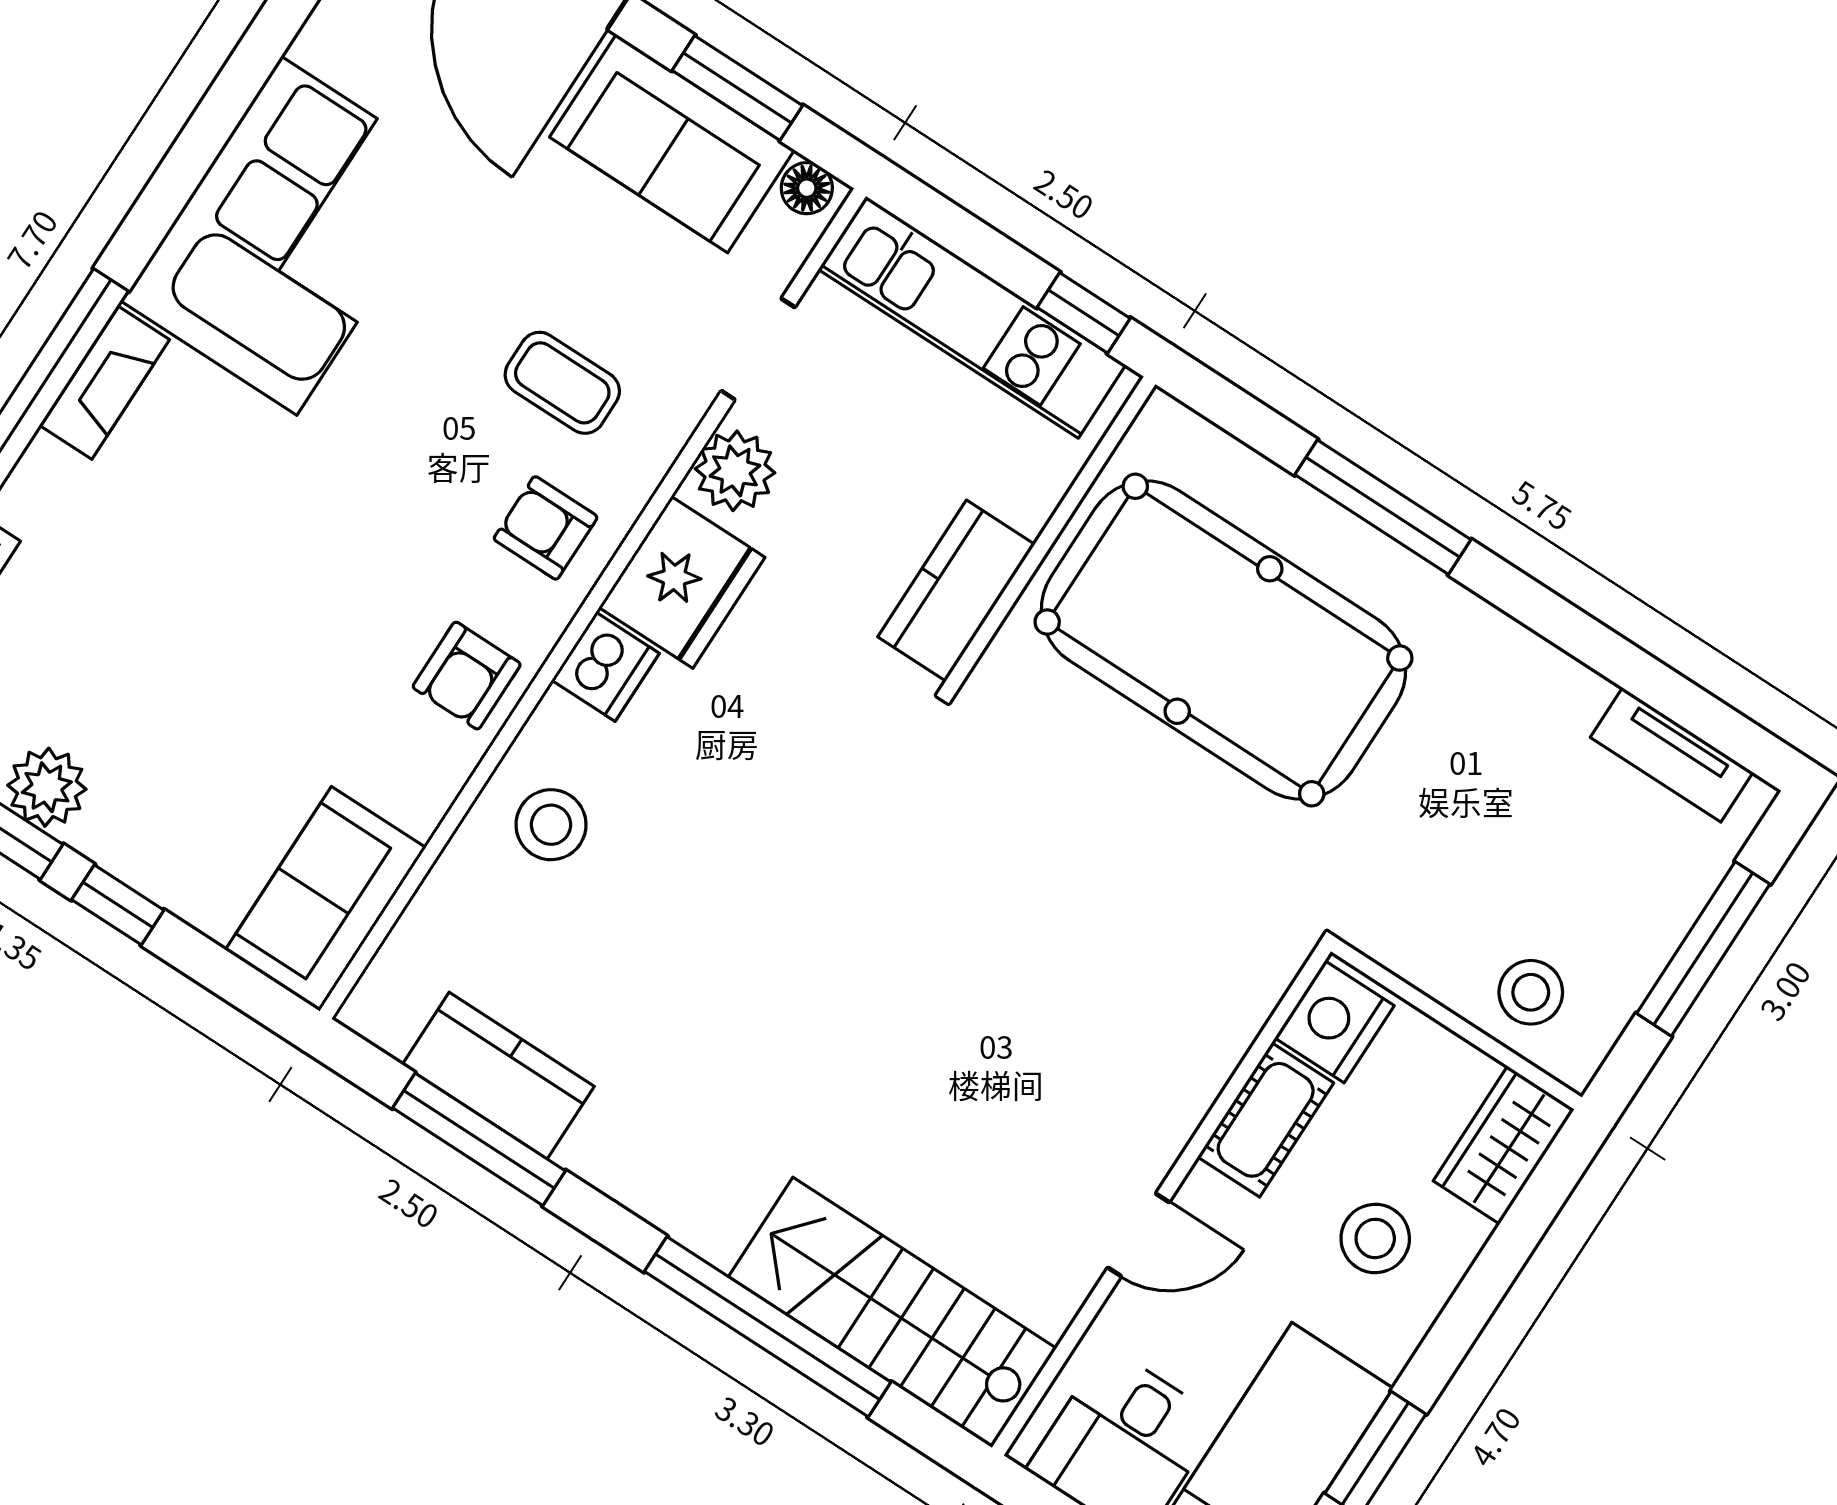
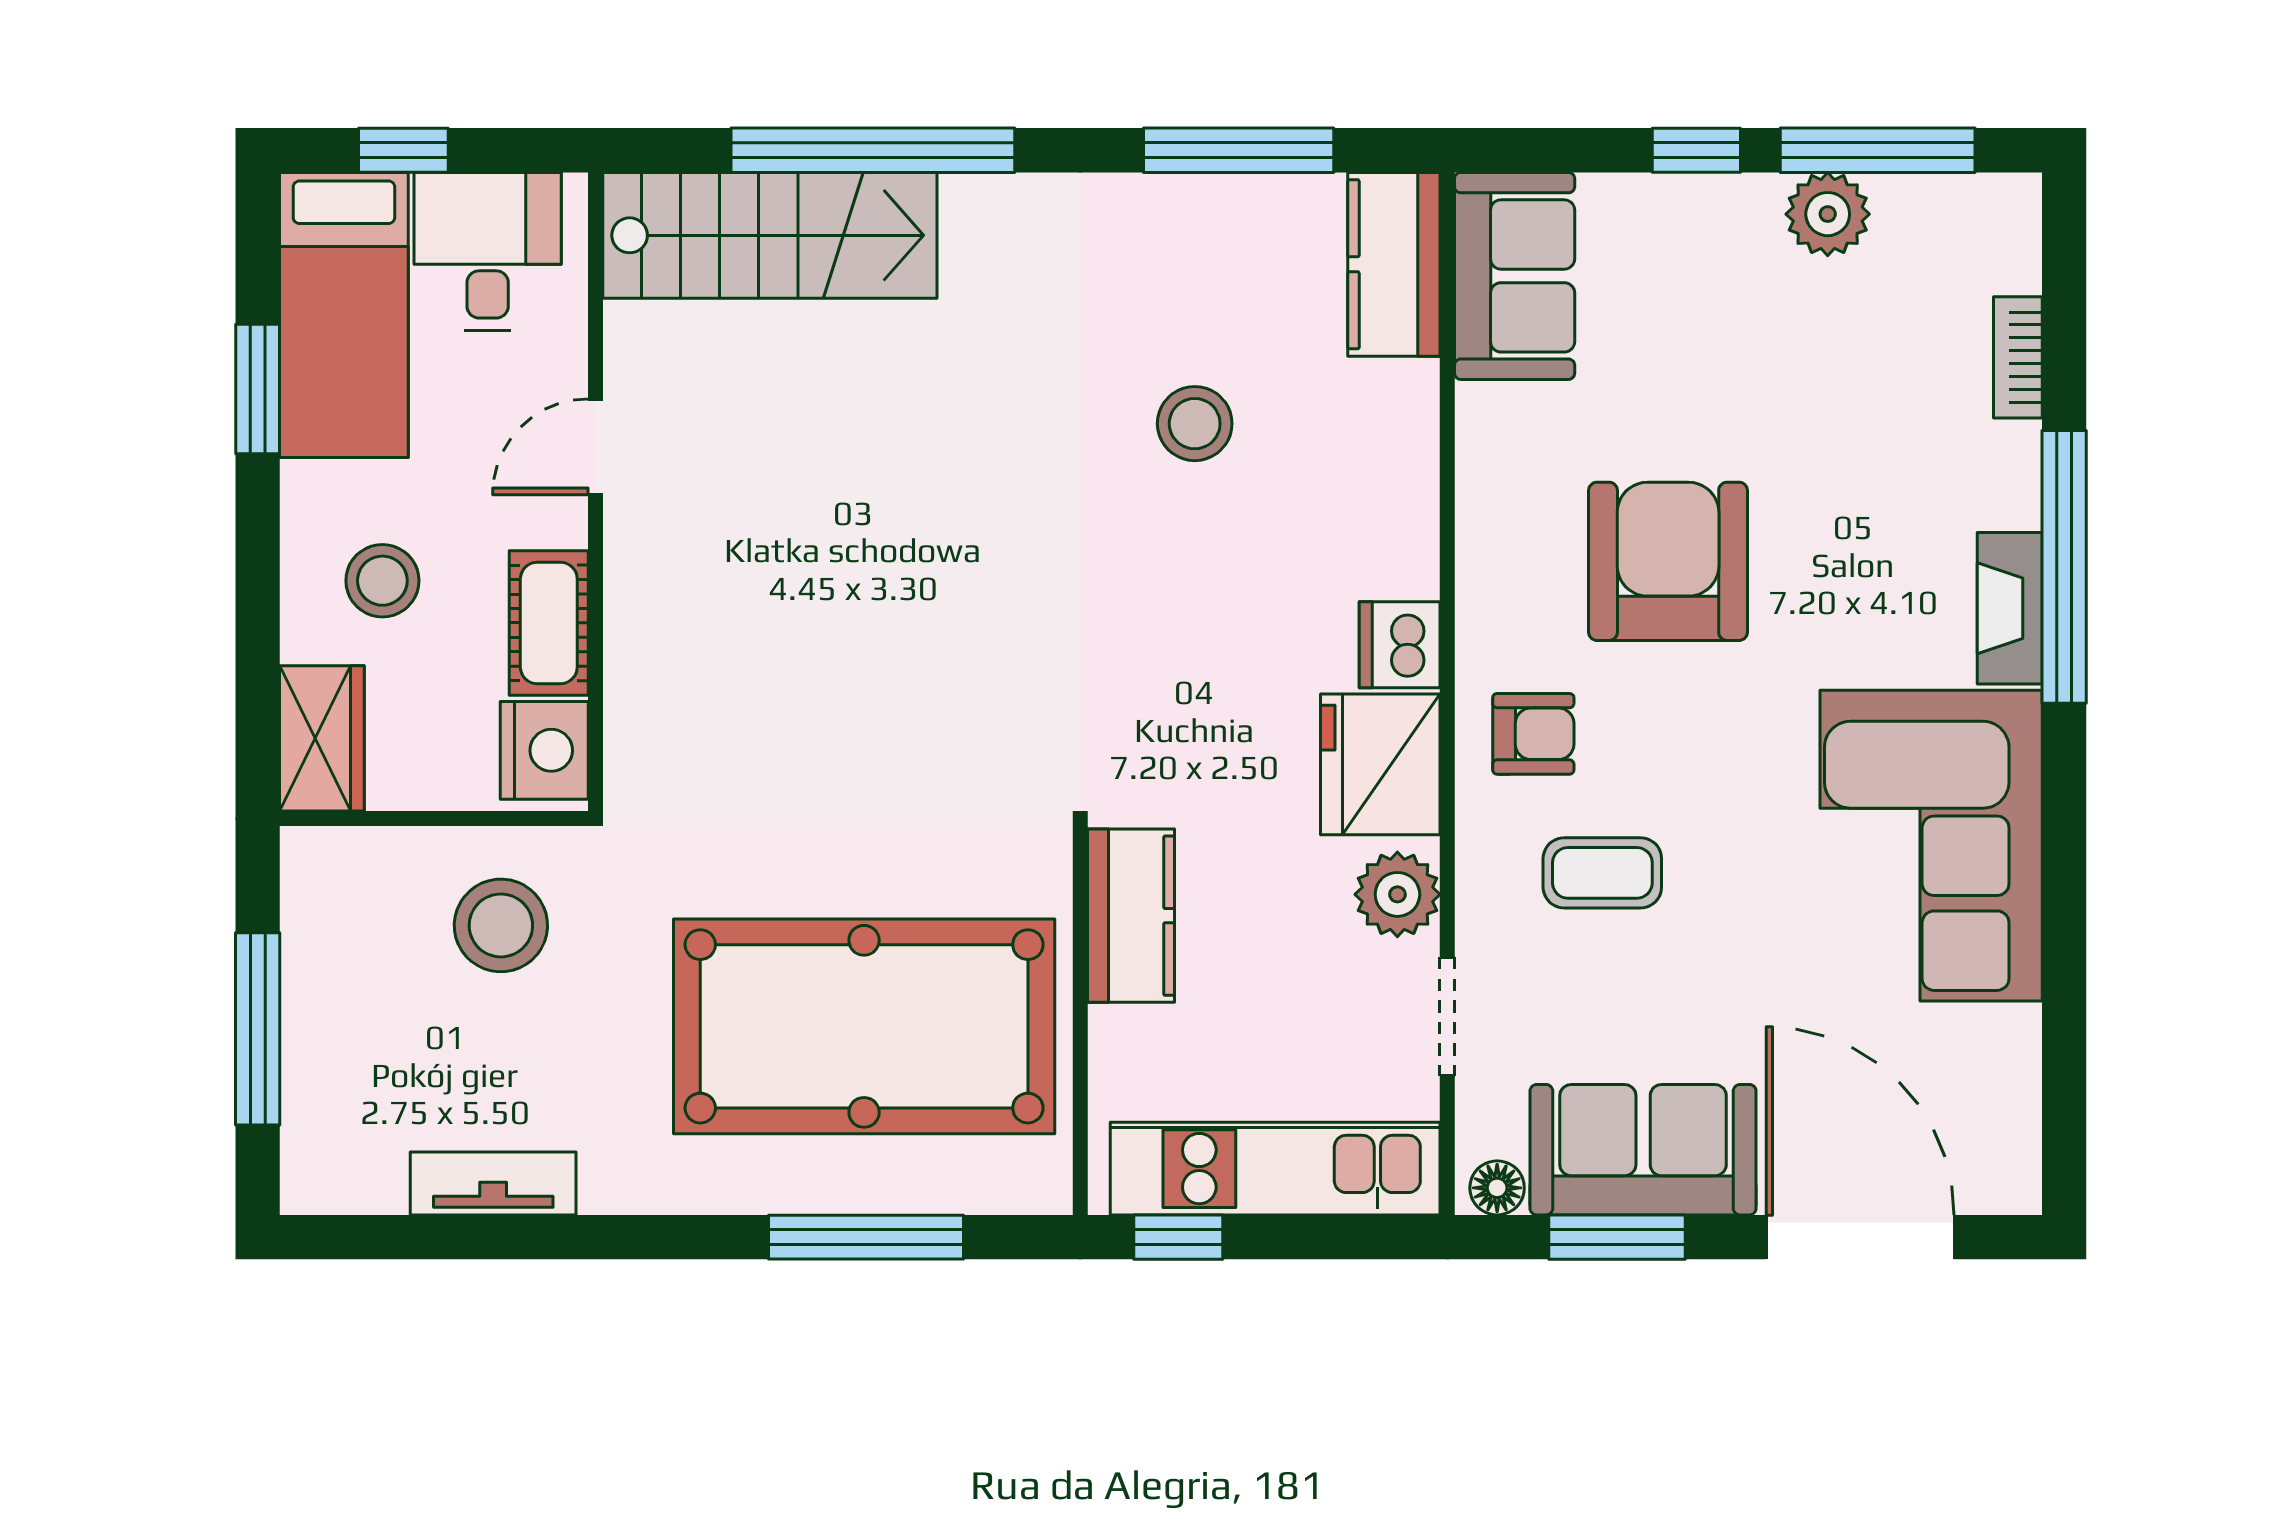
window: (1383, 507) -> (866, 1237), moved
armchair: (467, 676) -> (1668, 561), moved, width x1.88, depth x1.88
tv unit: (1672, 755) -> (493, 1183), moved
stool: (551, 825) -> (1195, 424), moved
stool: (1531, 992) -> (501, 925), moved, width x1.38, depth x1.38
kitchen counter: (498, 1076) -> (1394, 264), moved, turned 90

